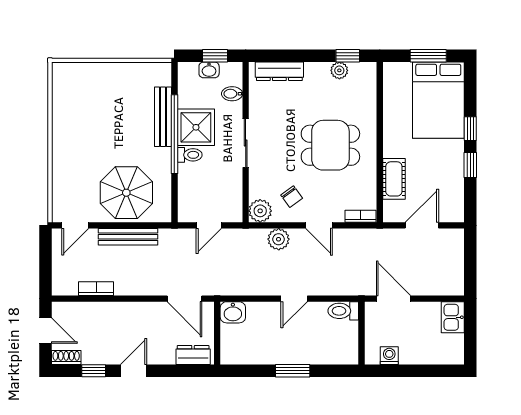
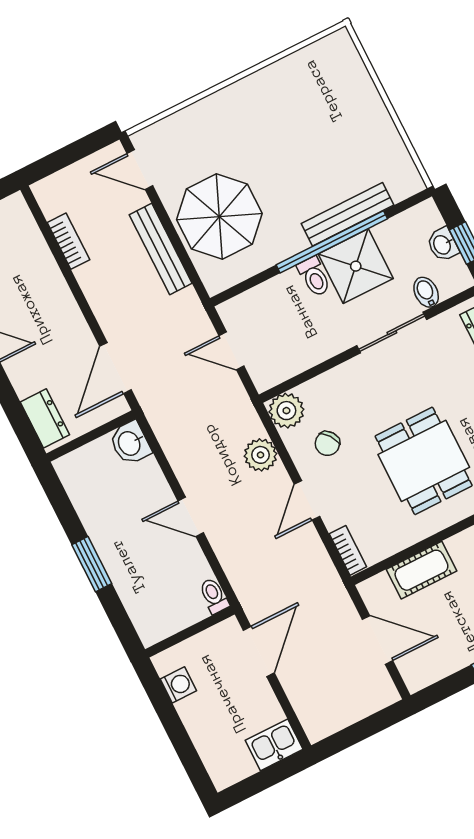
sliding door: (246, 143) -> (392, 333), moved
toilet: (343, 311) -> (214, 596), width x0.73, depth x0.72

